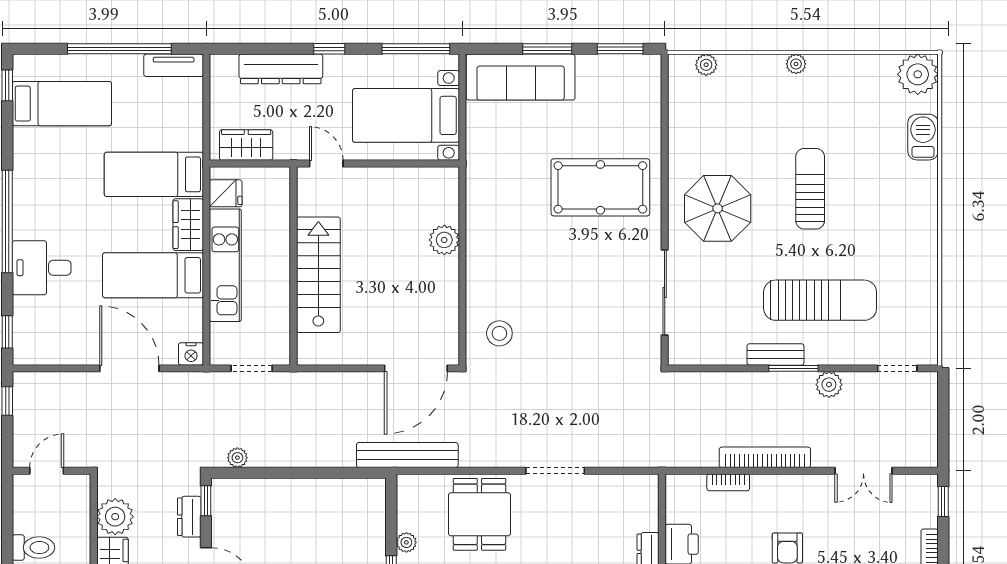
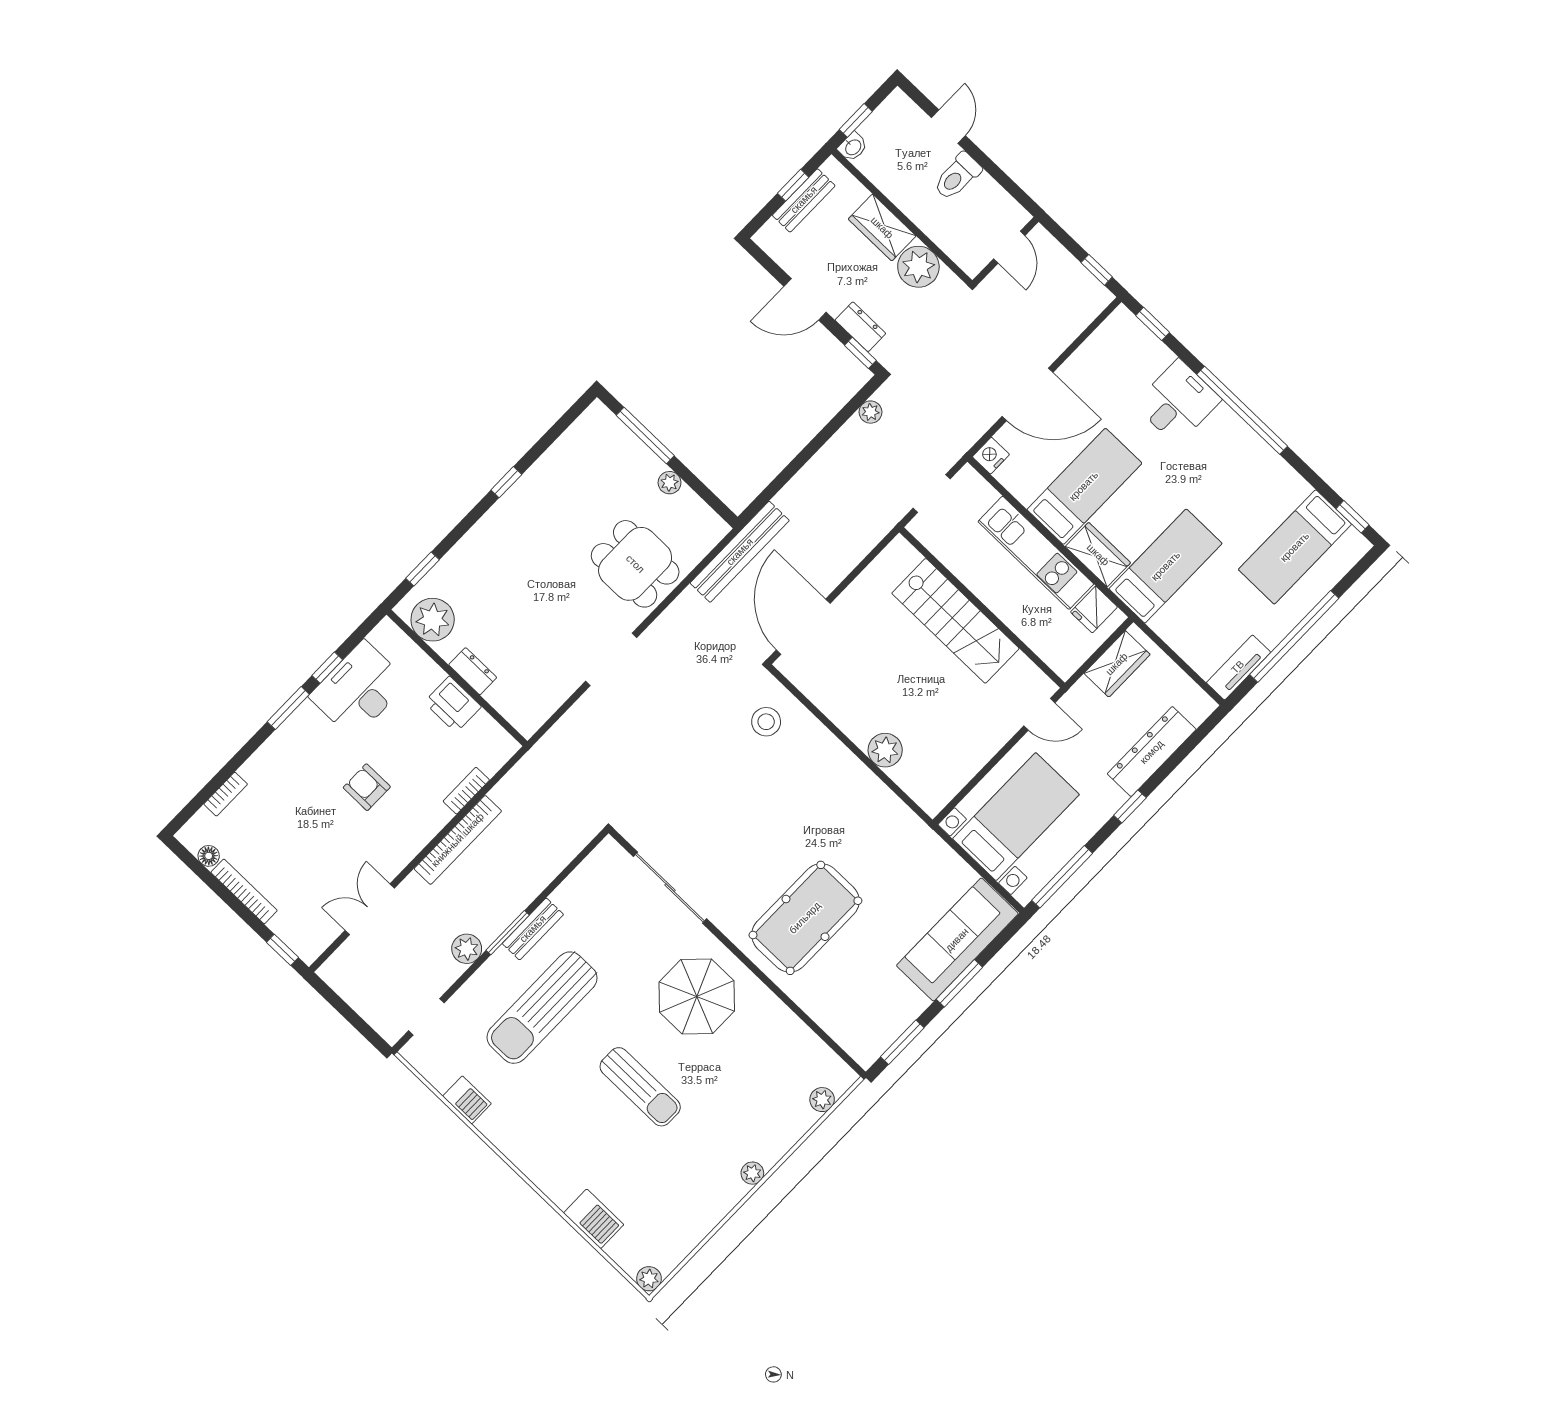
plant: (918, 74) -> (649, 1279), width x0.53, depth x0.53
barbecue: (925, 291) -> (467, 1100), added

